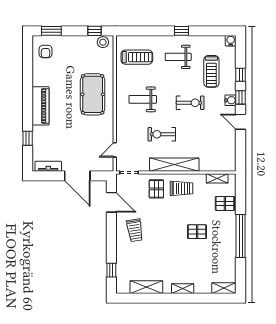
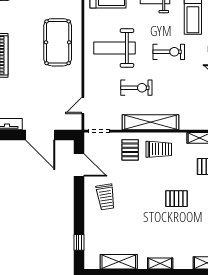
weight bench: (143, 99) -> (115, 48), width x1.36, depth x1.33
exercise bike: (162, 134) -> (136, 88), turned 180

